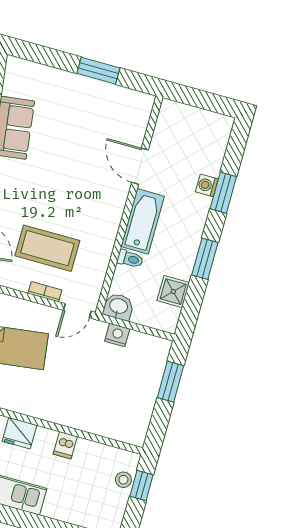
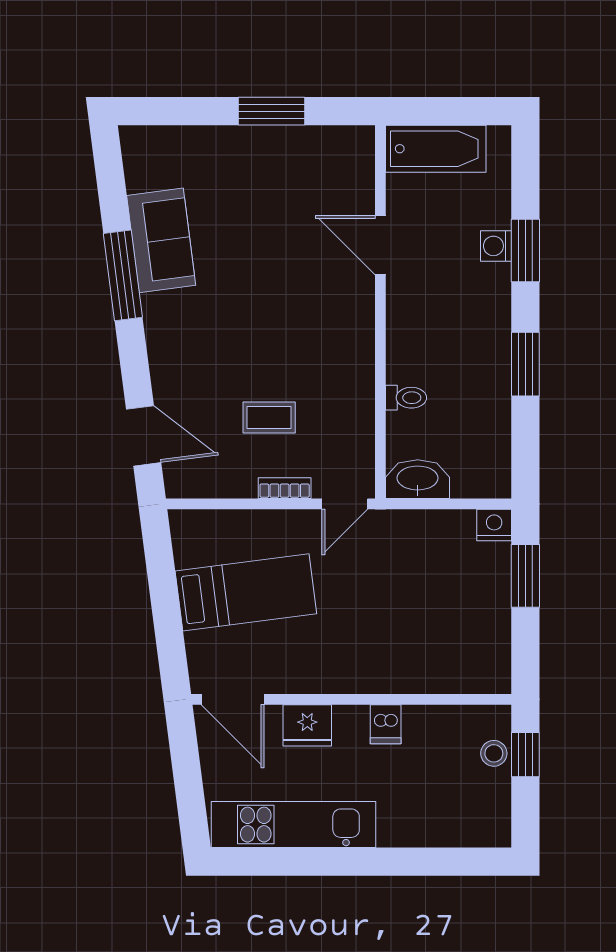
bathtub: (143, 221) -> (436, 149), moved, turned 90
coffee table: (47, 248) -> (269, 417), width x0.54, depth x0.58
shower: (173, 292) -> (489, 431), removed
washbasin: (118, 307) -> (418, 479), width x1.38
nightstand: (117, 335) -> (494, 525), moved

